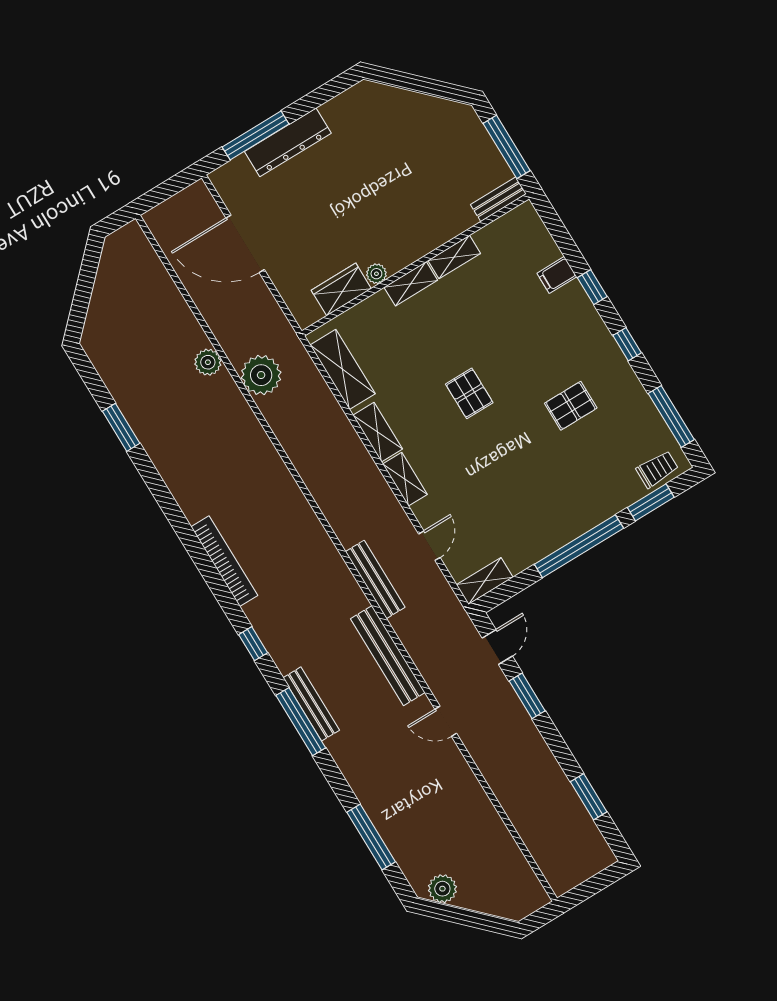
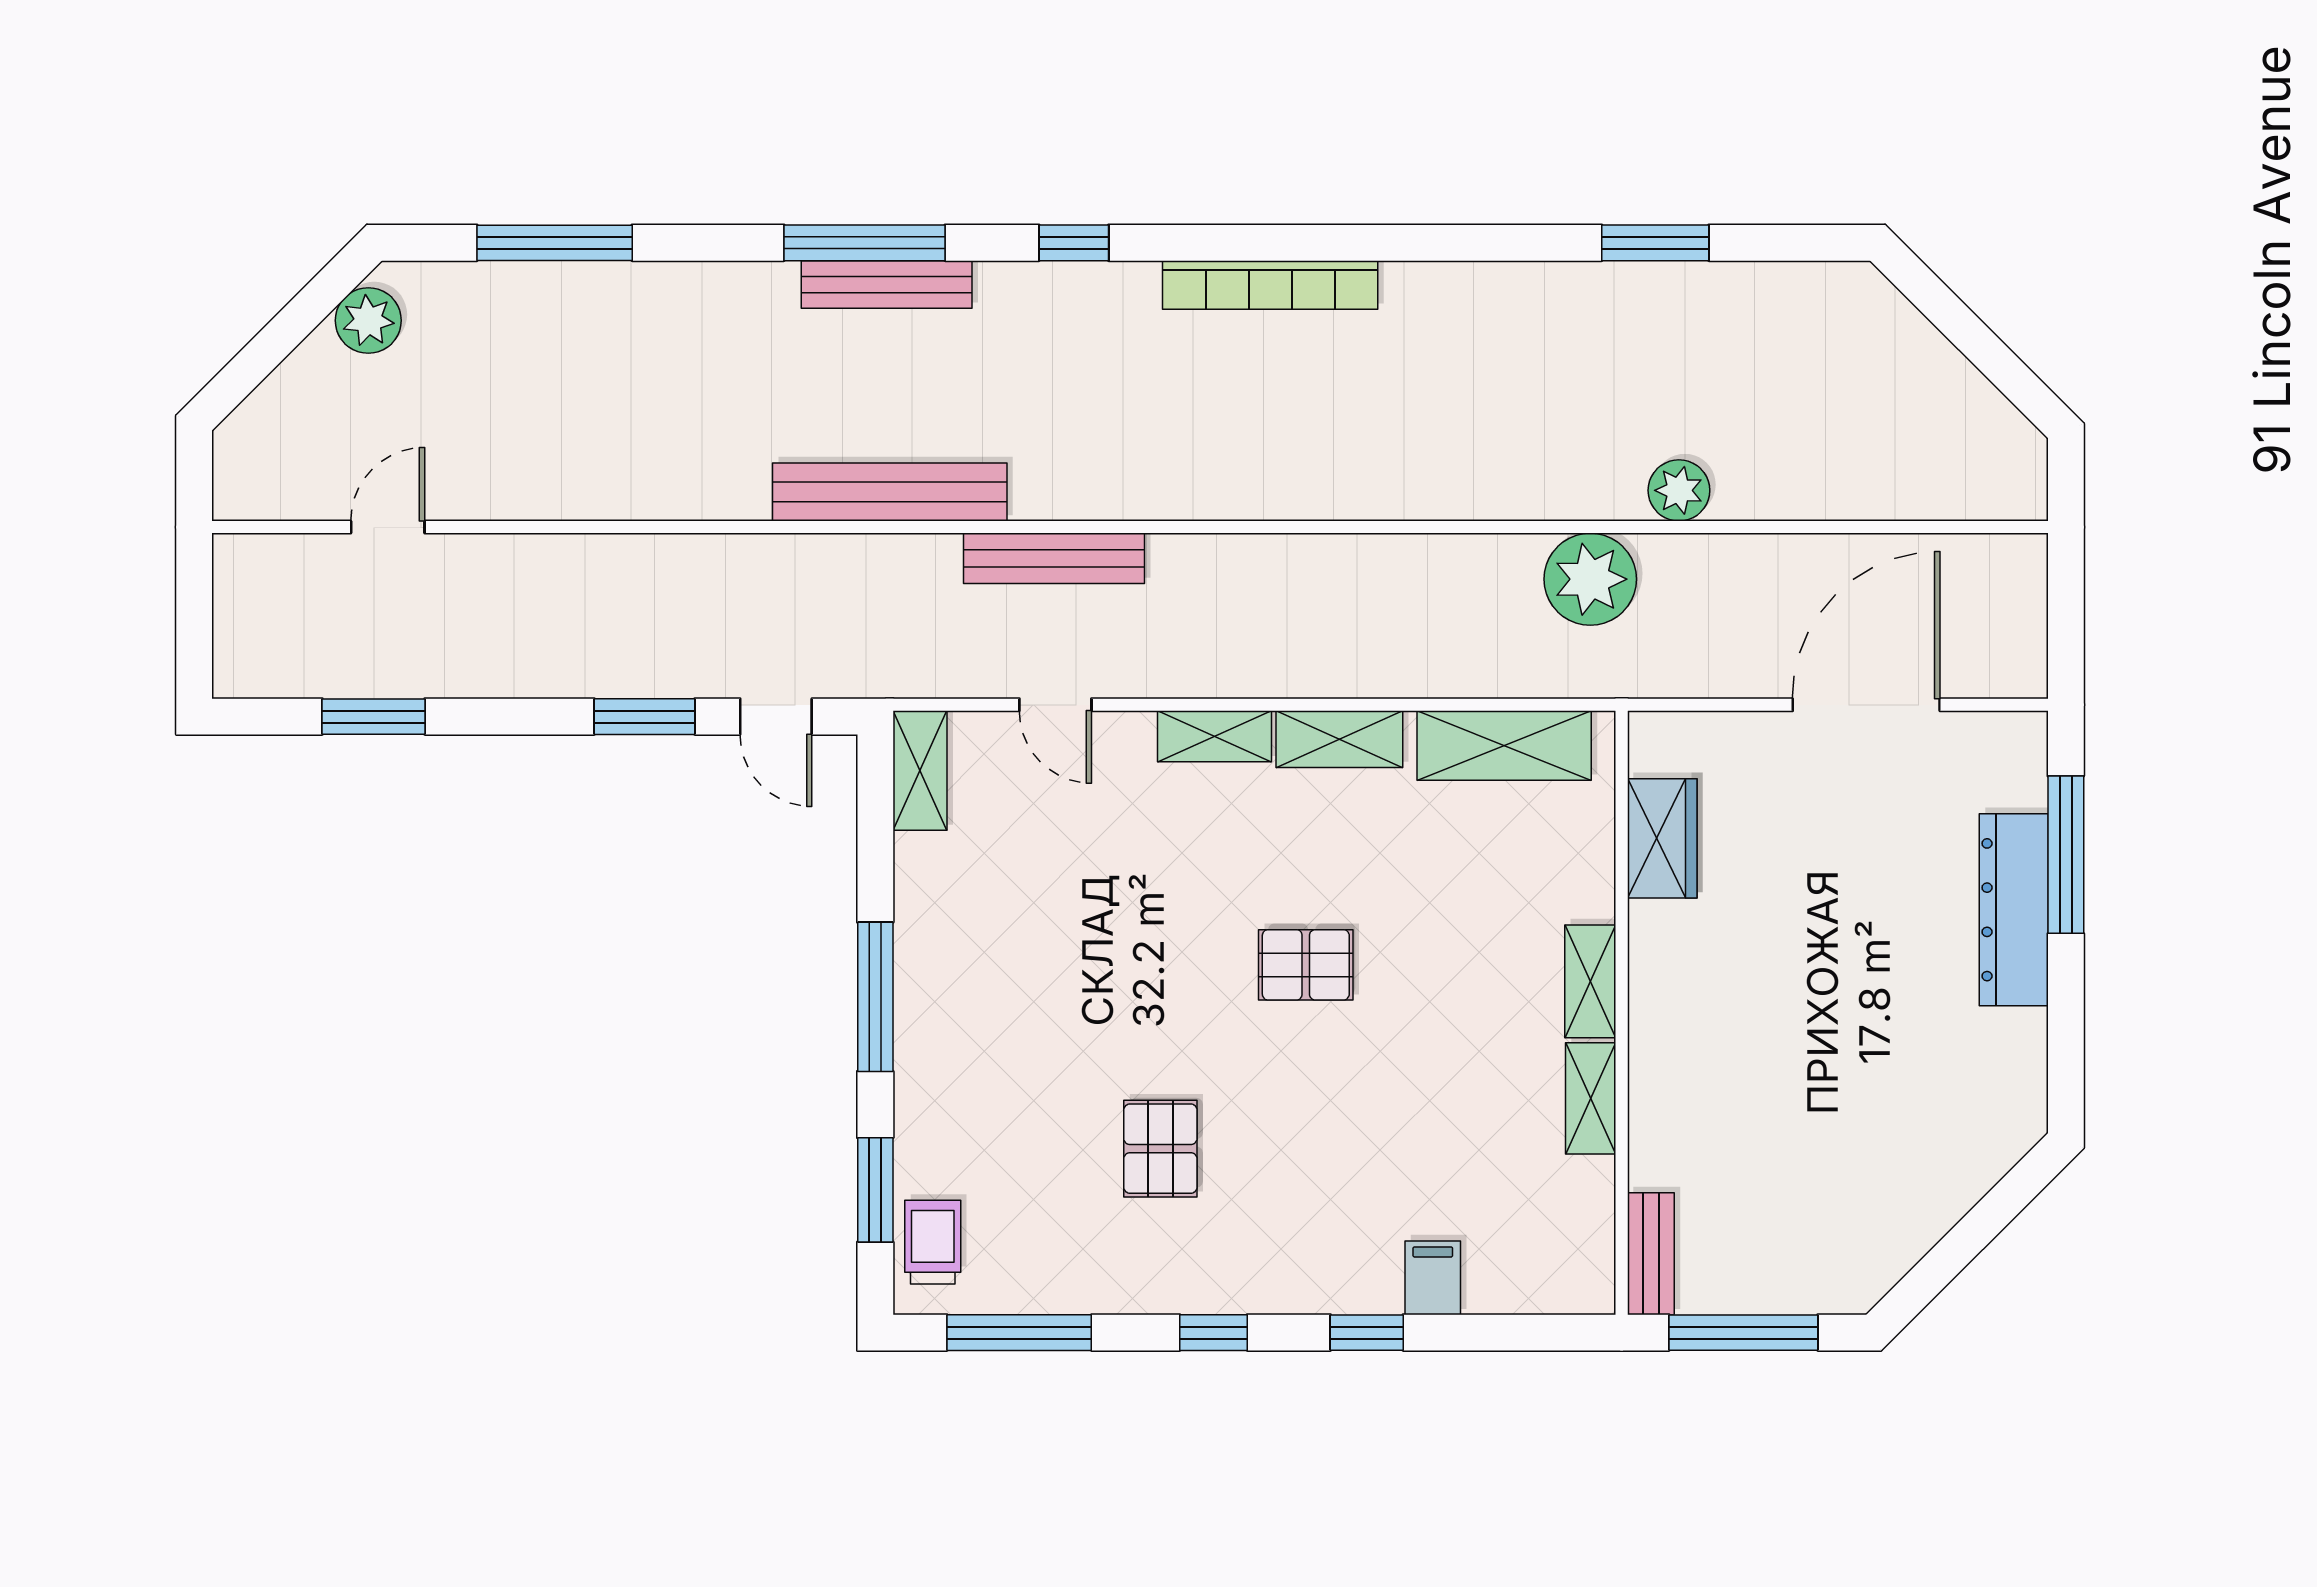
plant: (376, 274) -> (1651, 926), removed
trolley: (657, 469) -> (933, 1242), turned 180
window: (579, 546) -> (875, 997), width x0.68
door: (446, 721) -> (388, 527), moved

